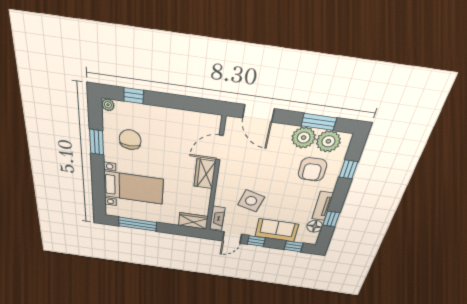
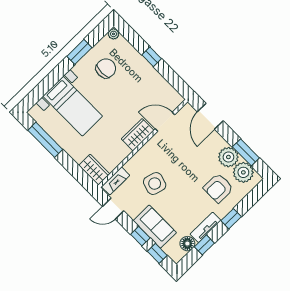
window: (134, 96) -> (152, 57), moved
window: (348, 169) -> (231, 219), moved
window: (256, 241) -> (140, 236), moved

